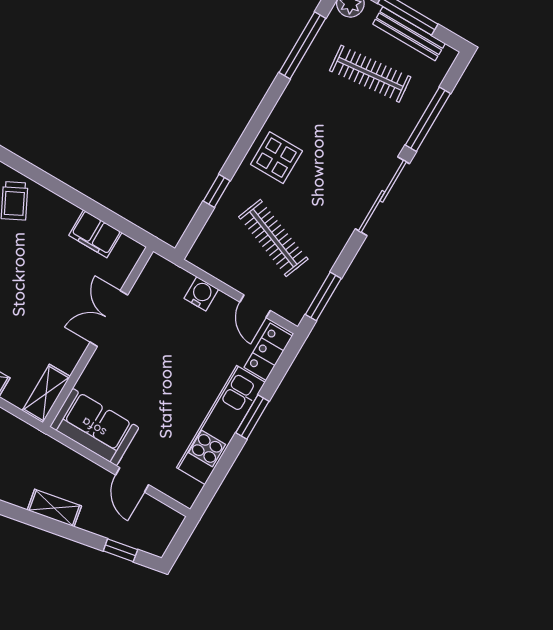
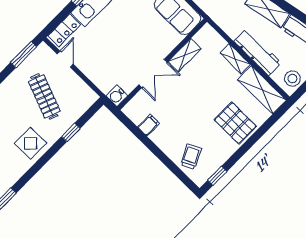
filing cabinet: (95, 234) -> (148, 125), width x0.50
water cooler: (201, 294) -> (117, 96), moved
shelving: (46, 393) -> (185, 55), moved

